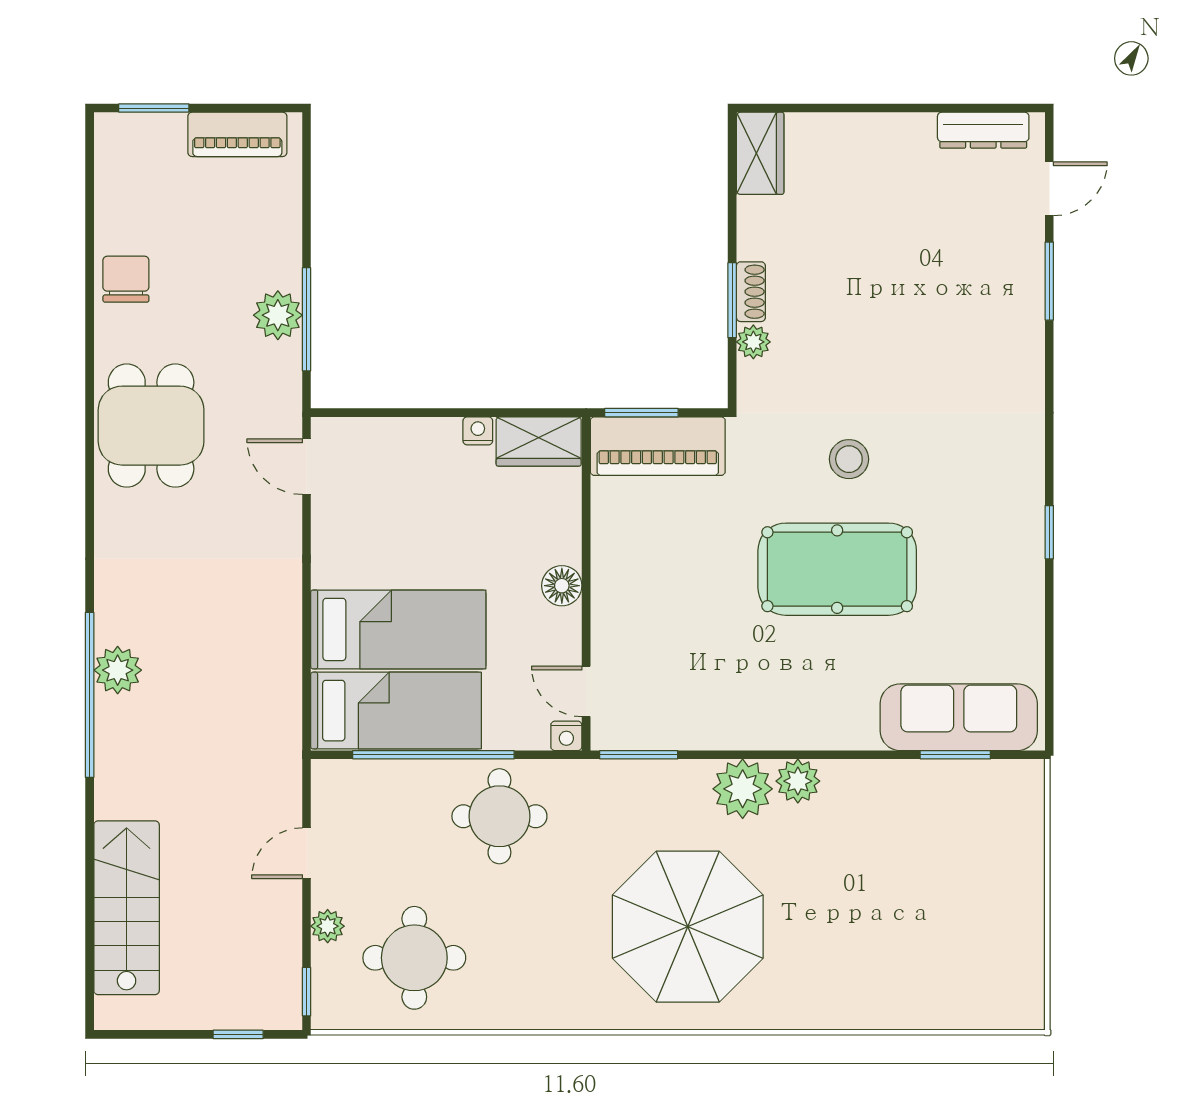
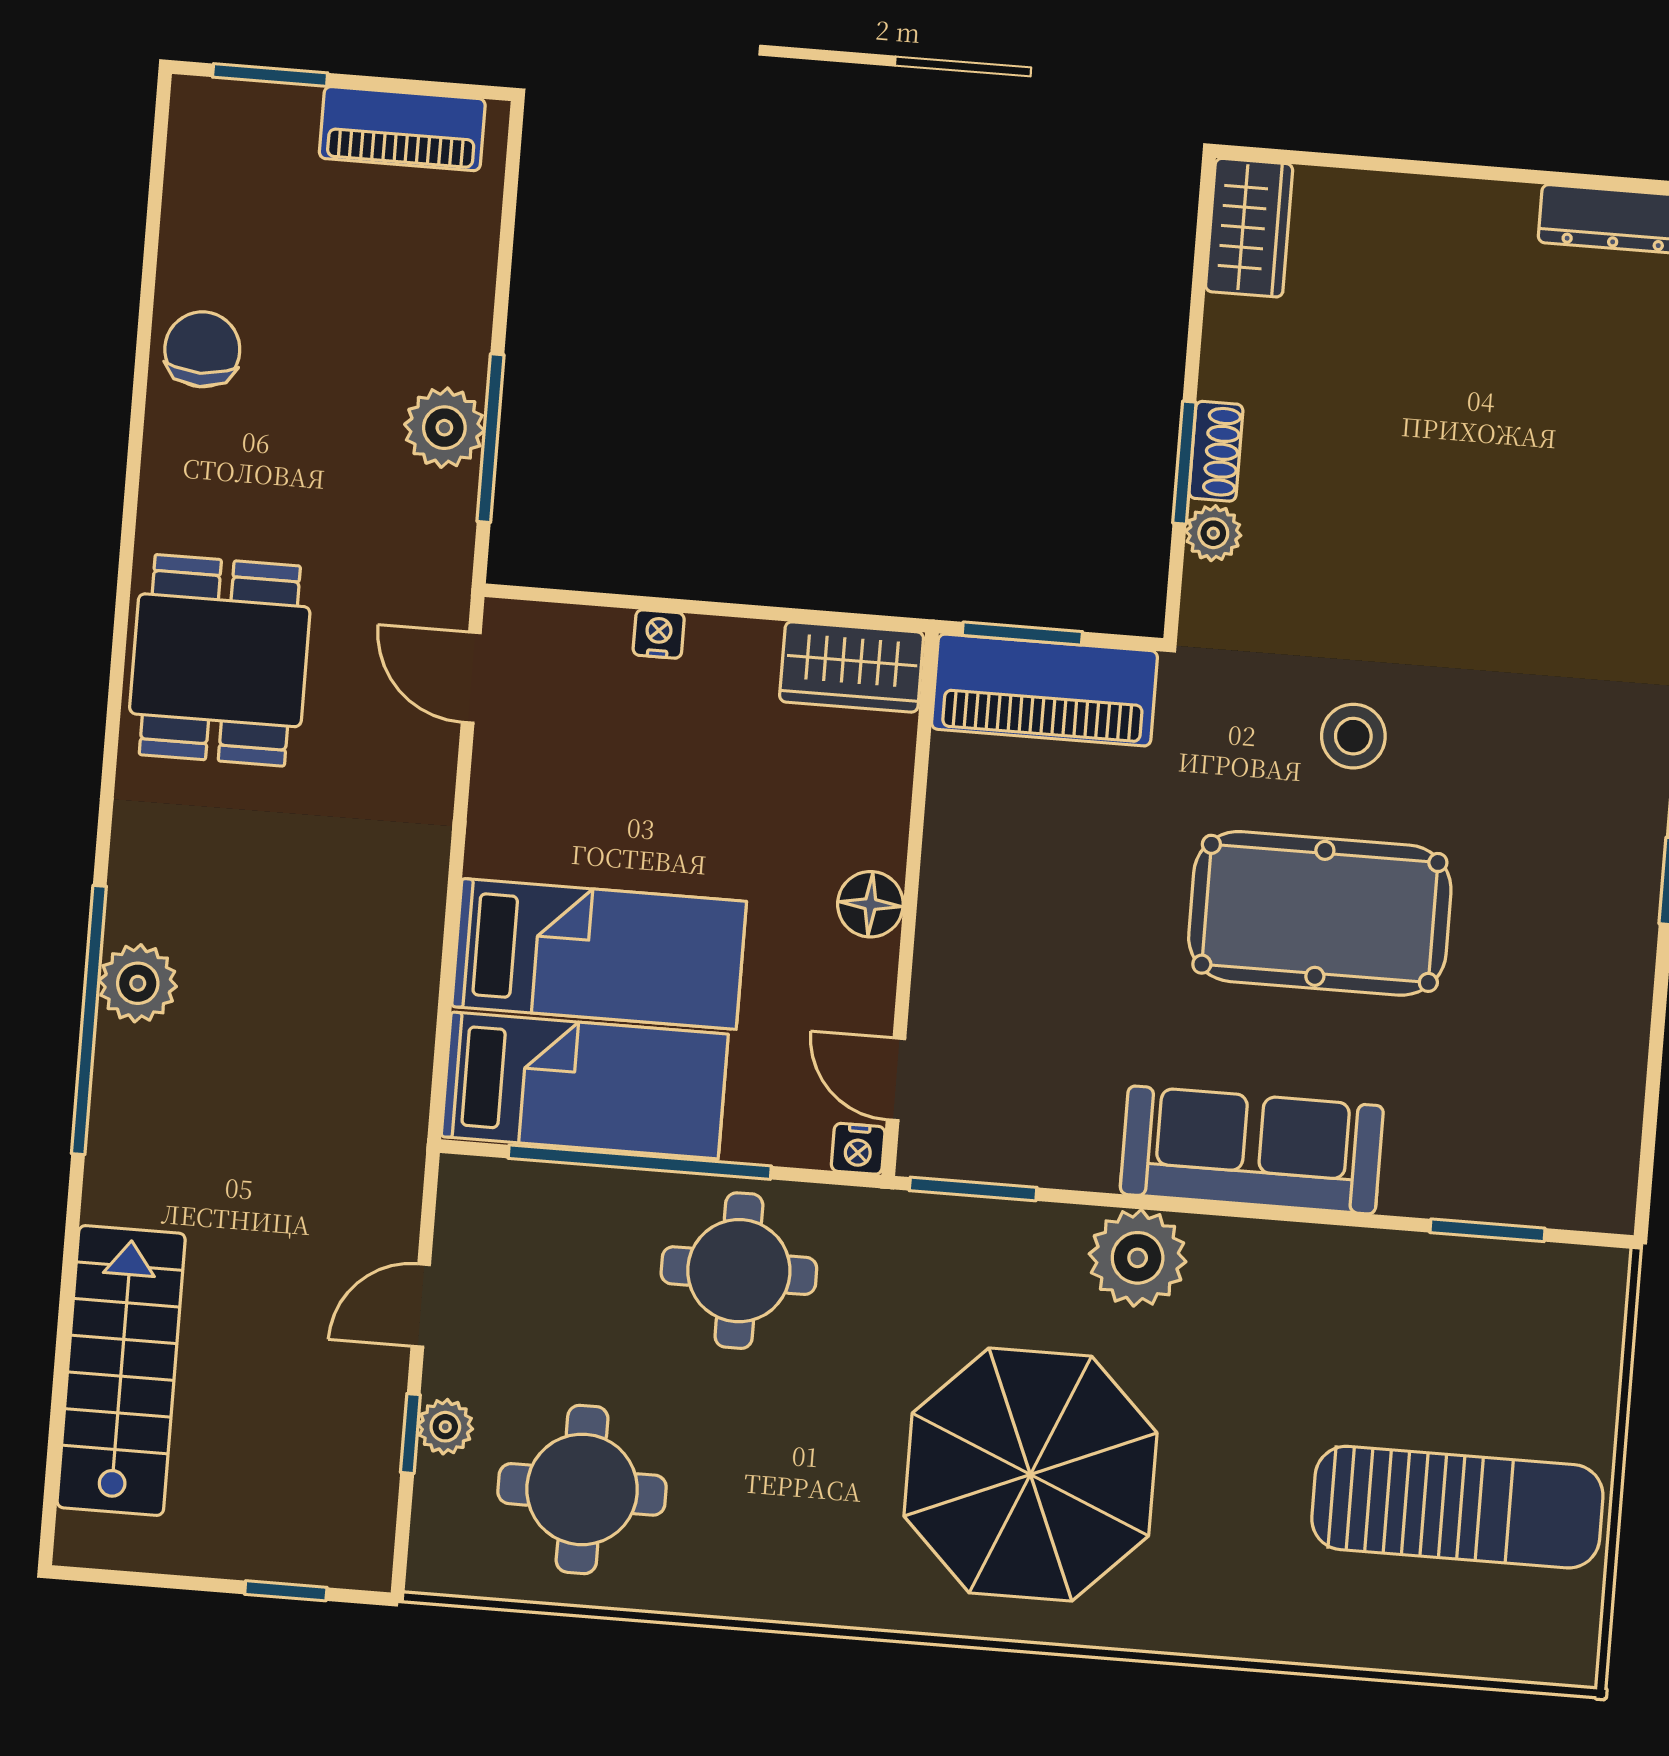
dining table: (151, 426) -> (220, 660), moved
nightstand: (478, 431) -> (659, 634), moved
sofa: (959, 717) -> (1252, 1150), moved
plant: (798, 781) -> (1228, 1252), removed
sun lounger: (951, 926) -> (1457, 1507), added
window: (307, 992) -> (410, 1434), moved

